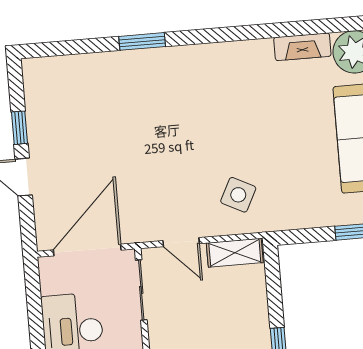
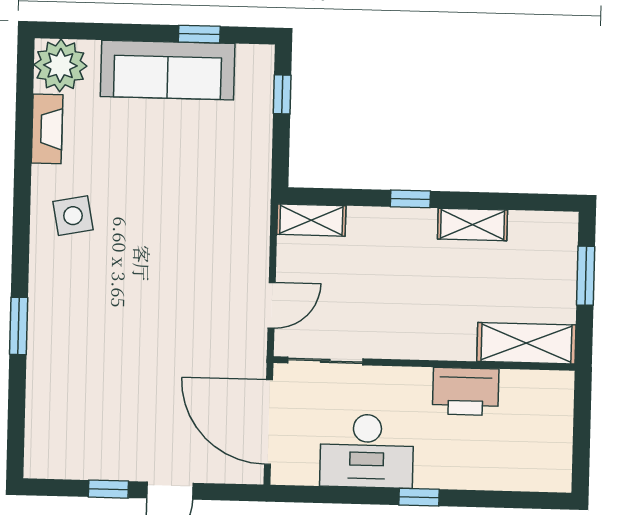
side table: (238, 195) -> (73, 216), moved, turned -38
shelving: (235, 253) -> (311, 220), moved, turned 90

